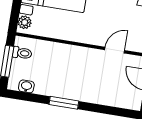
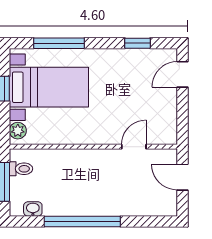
window: (64, 103) -> (82, 221), width x2.11

